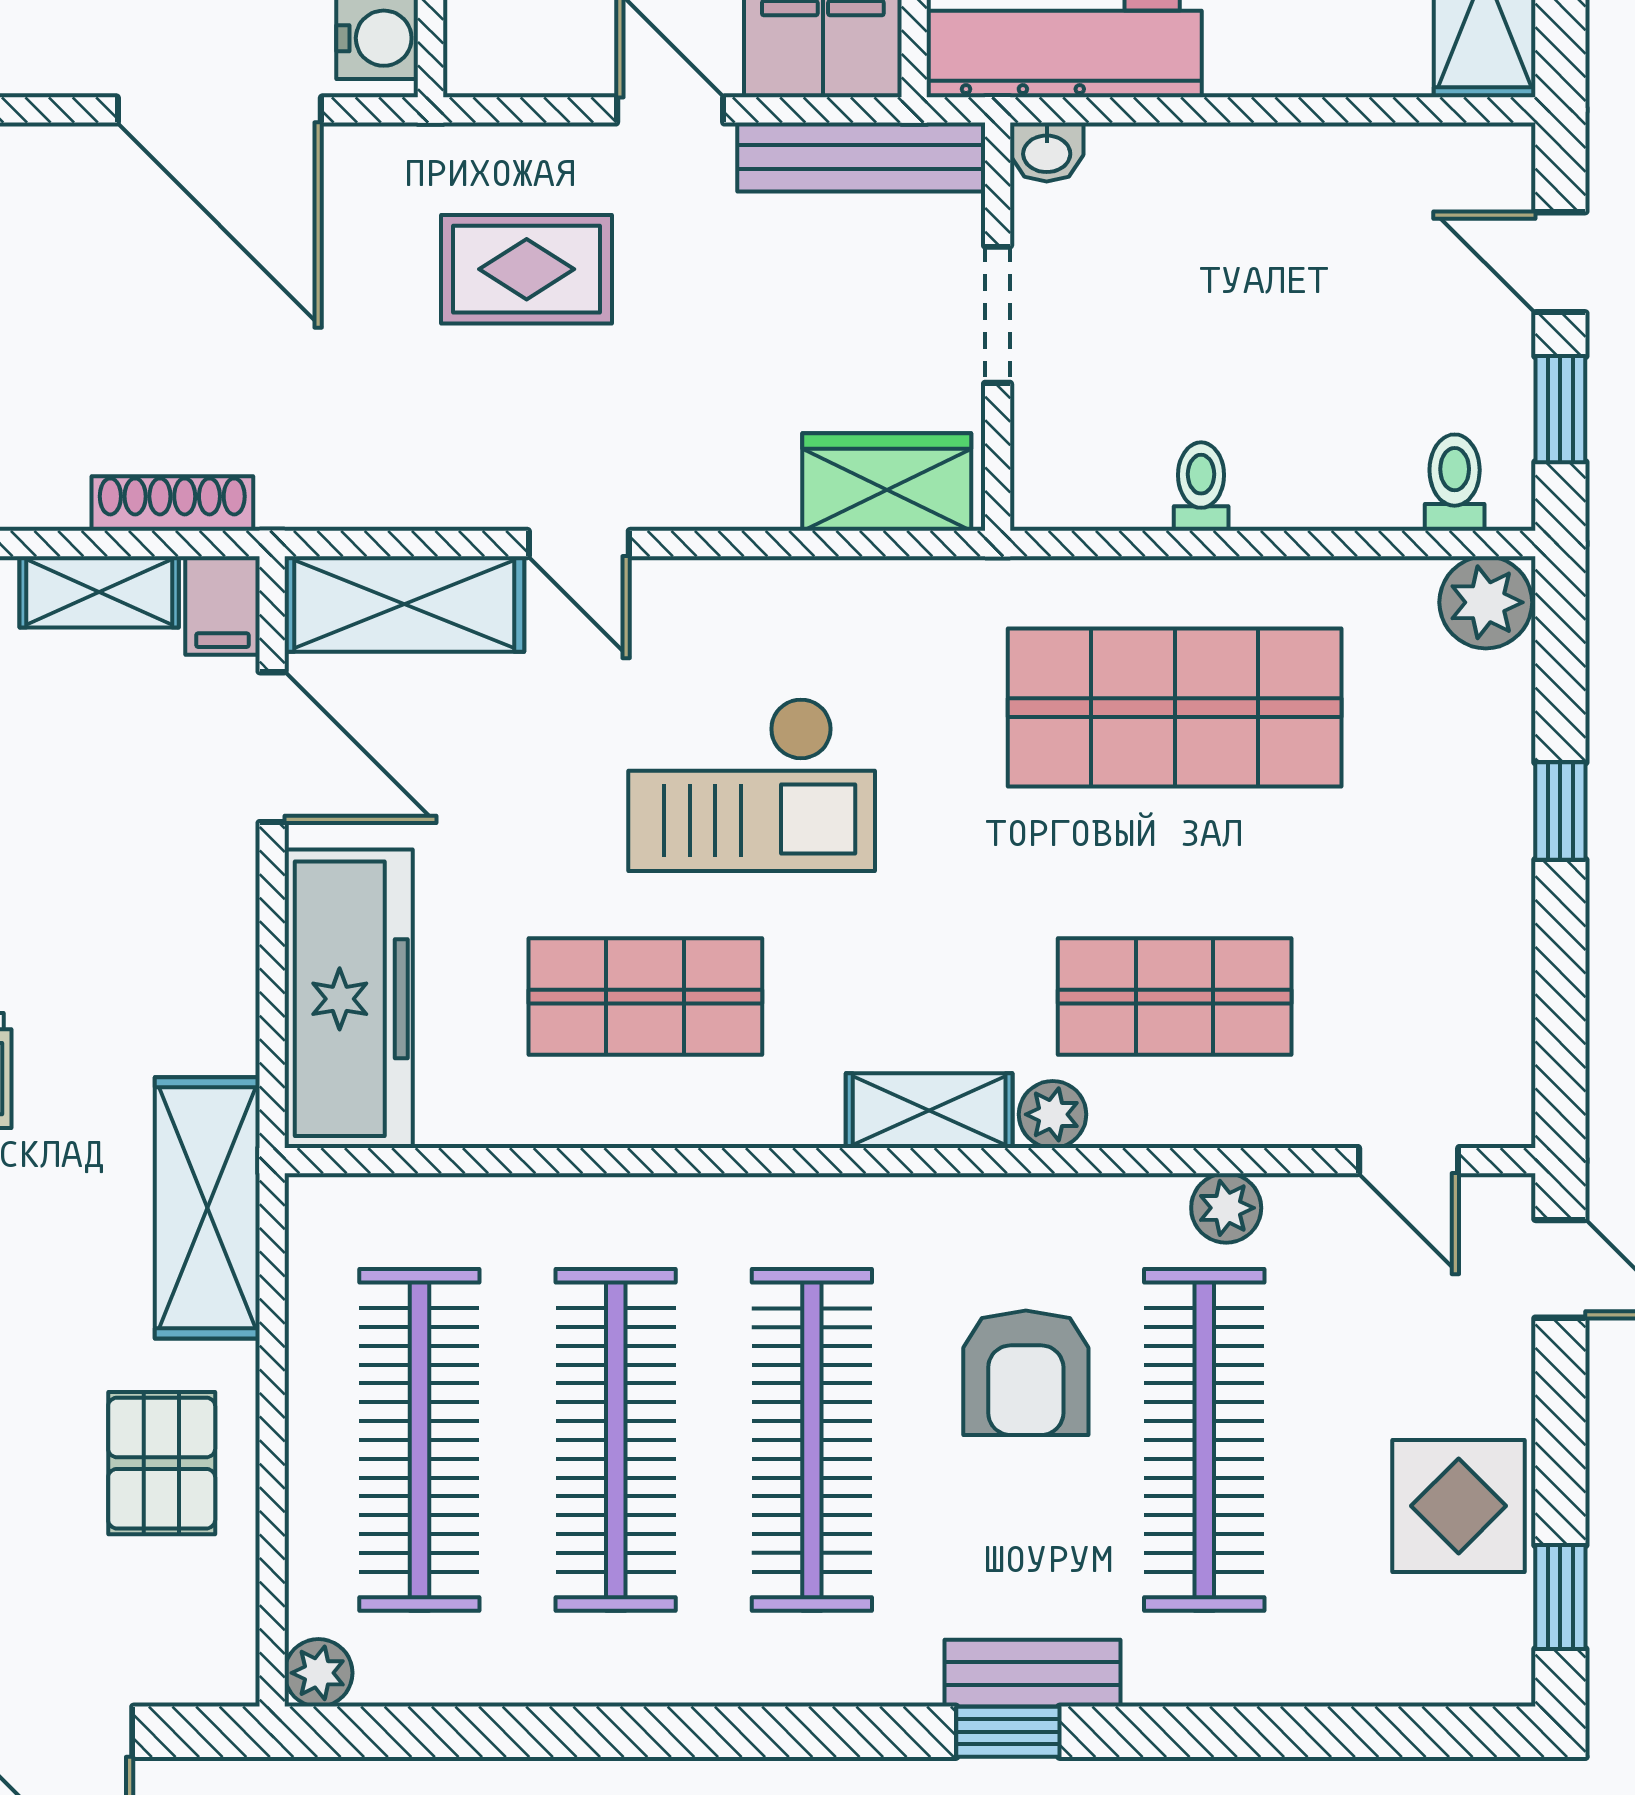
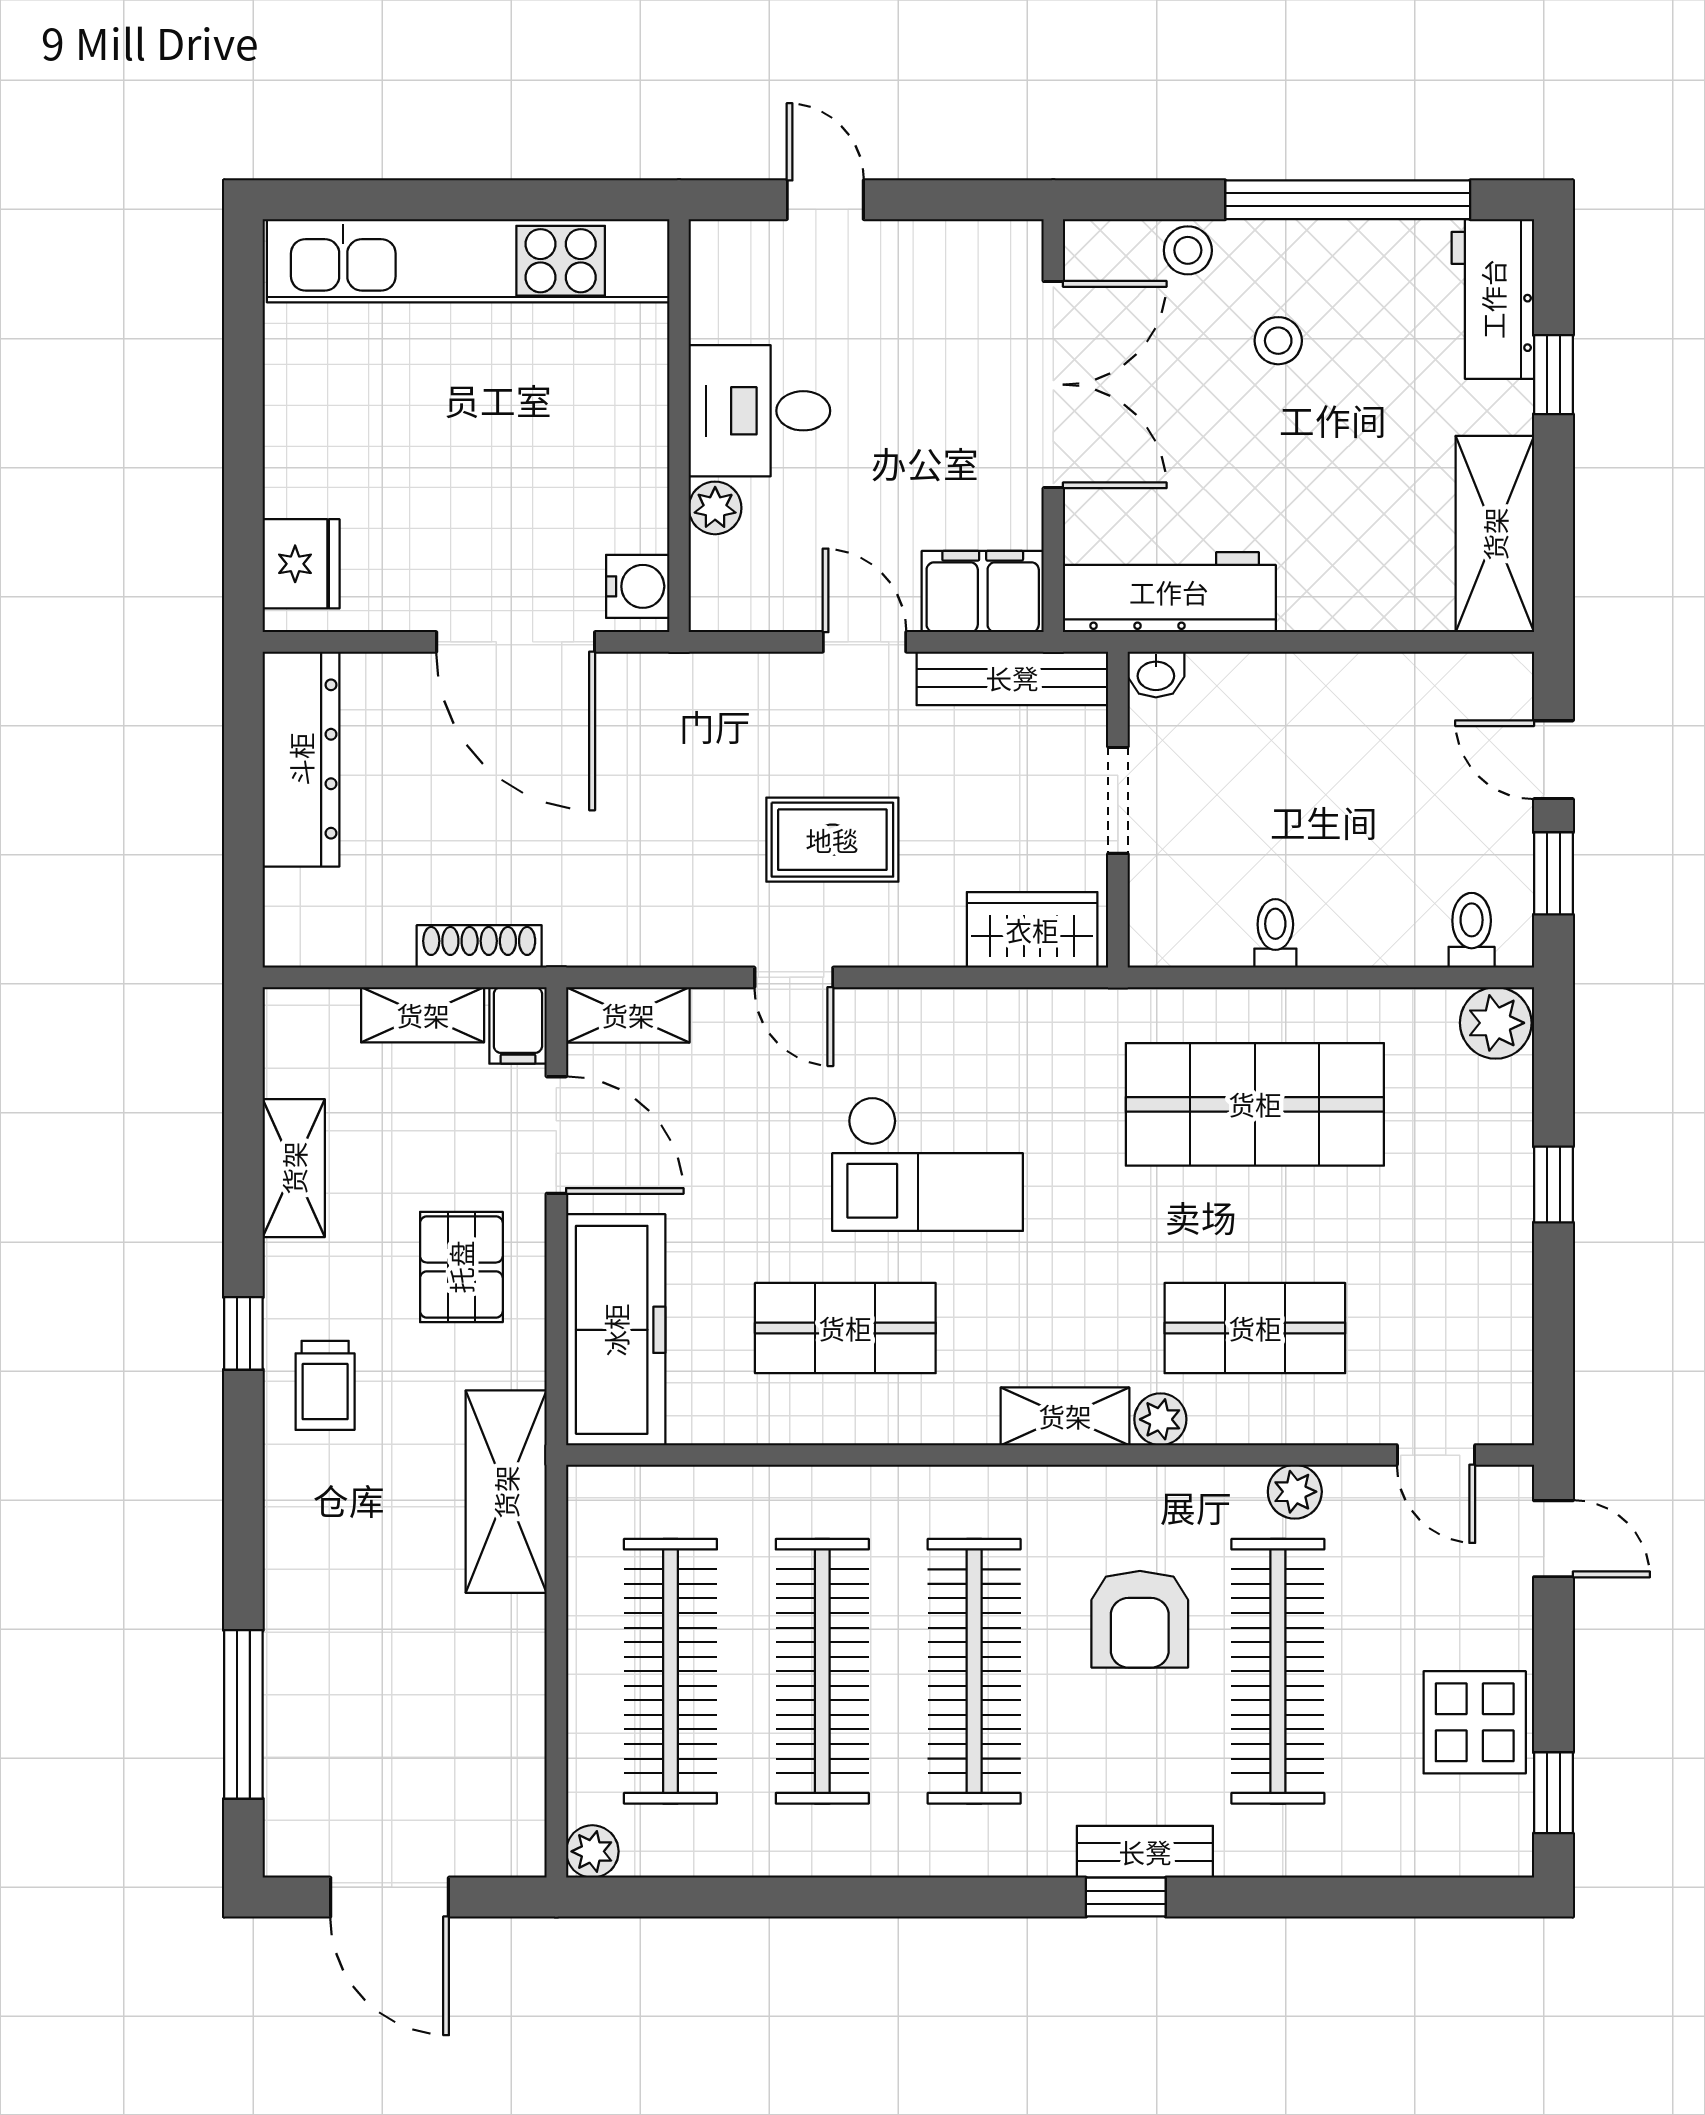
rug: (527, 269) -> (832, 840), moved
shelving: (404, 604) -> (628, 1015), width x0.67, depth x0.75
pallet: (162, 1463) -> (461, 1267), moved

